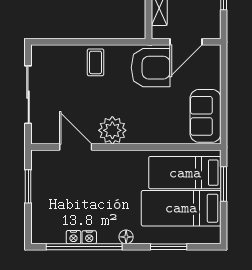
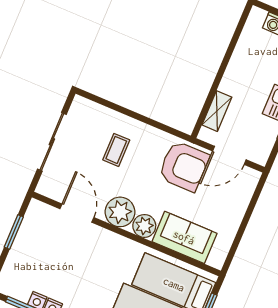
coffee table: (96, 62) -> (116, 150), moved
sofa: (205, 116) -> (184, 237), moved, turned 90
plant: (138, 134) -> (144, 226), added

